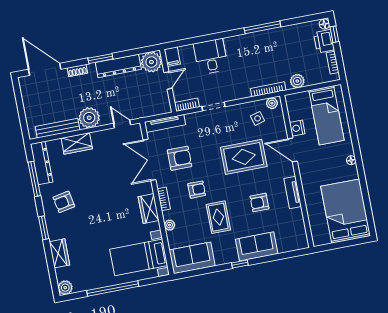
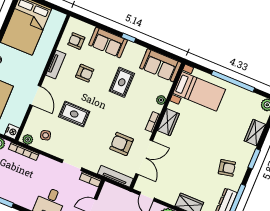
nightstand: (297, 128) -> (12, 132), moved
rug: (244, 157) -> (74, 114), width x0.73, depth x0.70
armchair: (197, 190) -> (76, 41), moved

